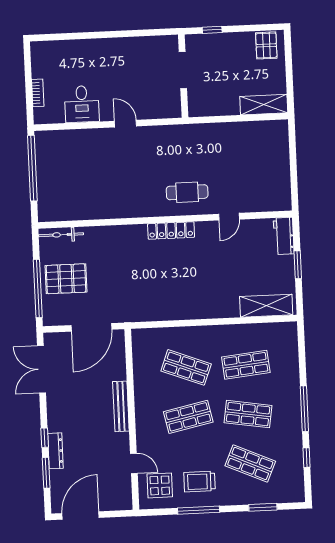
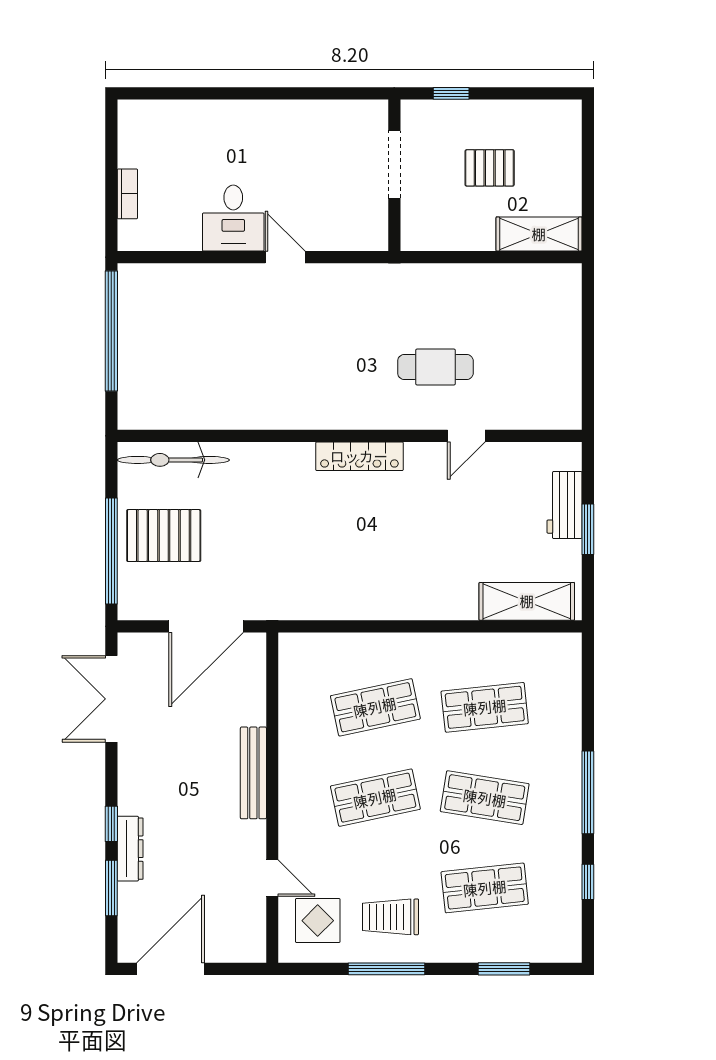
pallet: (266, 45) -> (490, 168), moved, turned 90
desk: (82, 104) -> (233, 218), moved
cafe table: (187, 192) -> (435, 367), moved
bicycle: (61, 235) -> (173, 460), width x1.37, depth x1.40
workbench: (284, 236) -> (565, 505), moved
shop shelf: (186, 367) -> (375, 707), turned -33
shop shelf: (250, 463) -> (485, 888), turned -30

